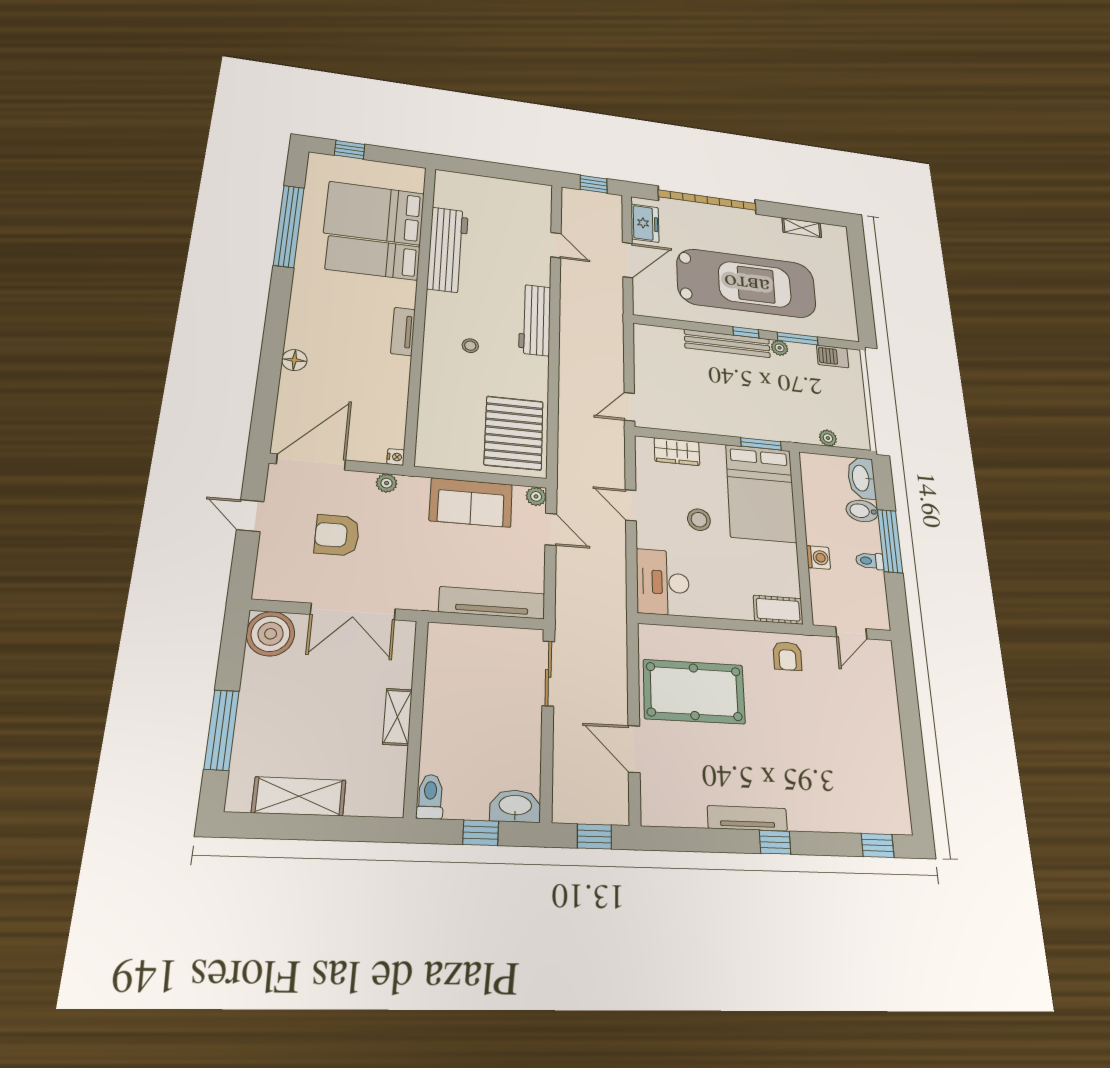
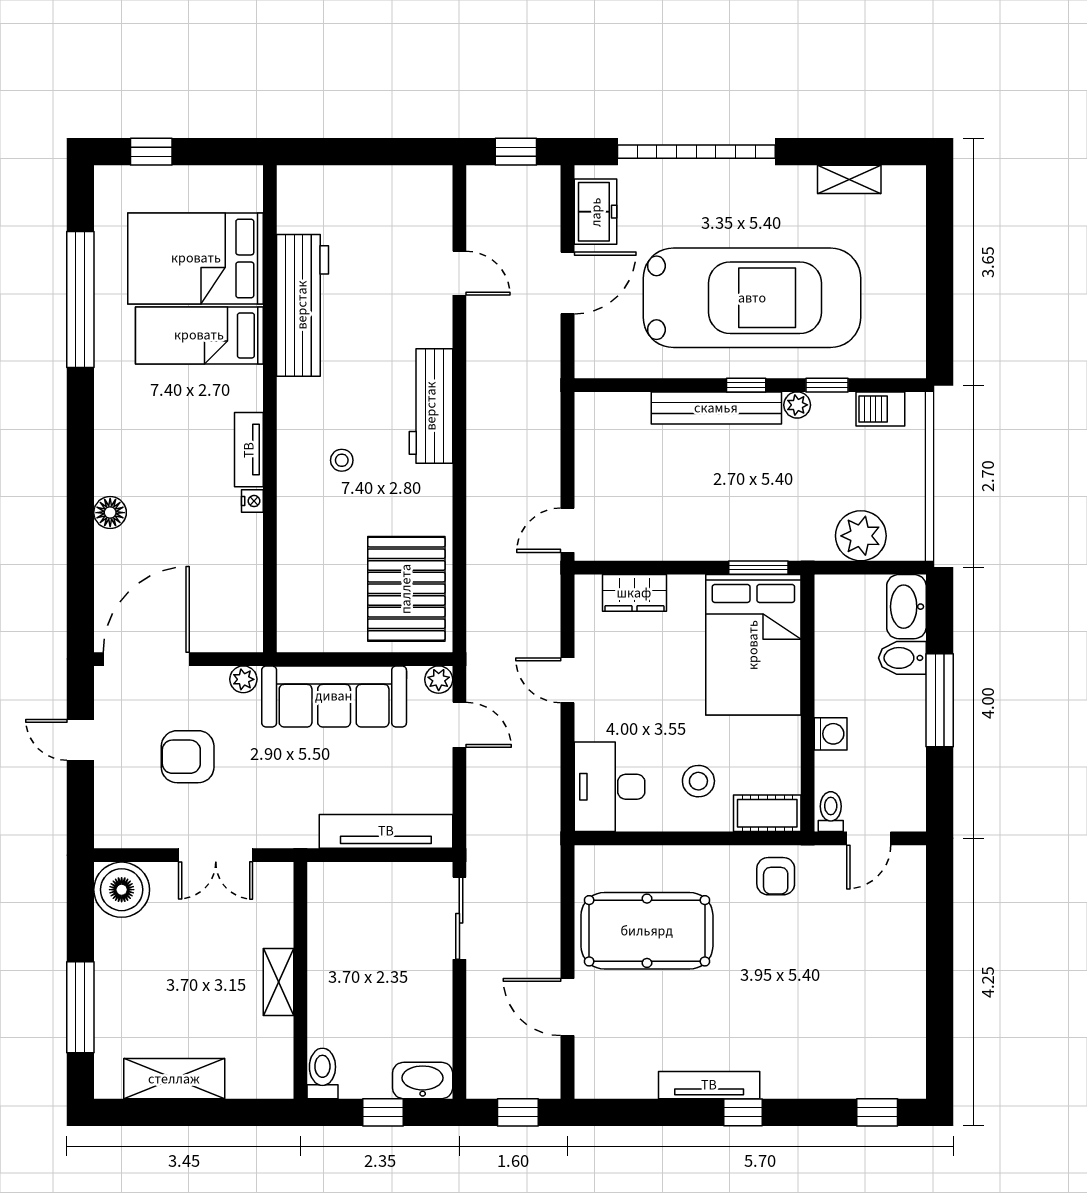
window: (798, 339) -> (827, 385), width x0.67
plant: (828, 438) -> (861, 536), width x1.88, depth x1.88
nightstand: (396, 457) -> (252, 501), moved
sofa: (471, 503) -> (334, 696), width x1.36
stool: (699, 520) -> (698, 781), moved
toilet: (870, 561) -> (831, 812), moved, turned 90
double door: (353, 612) -> (216, 855), width x0.73

